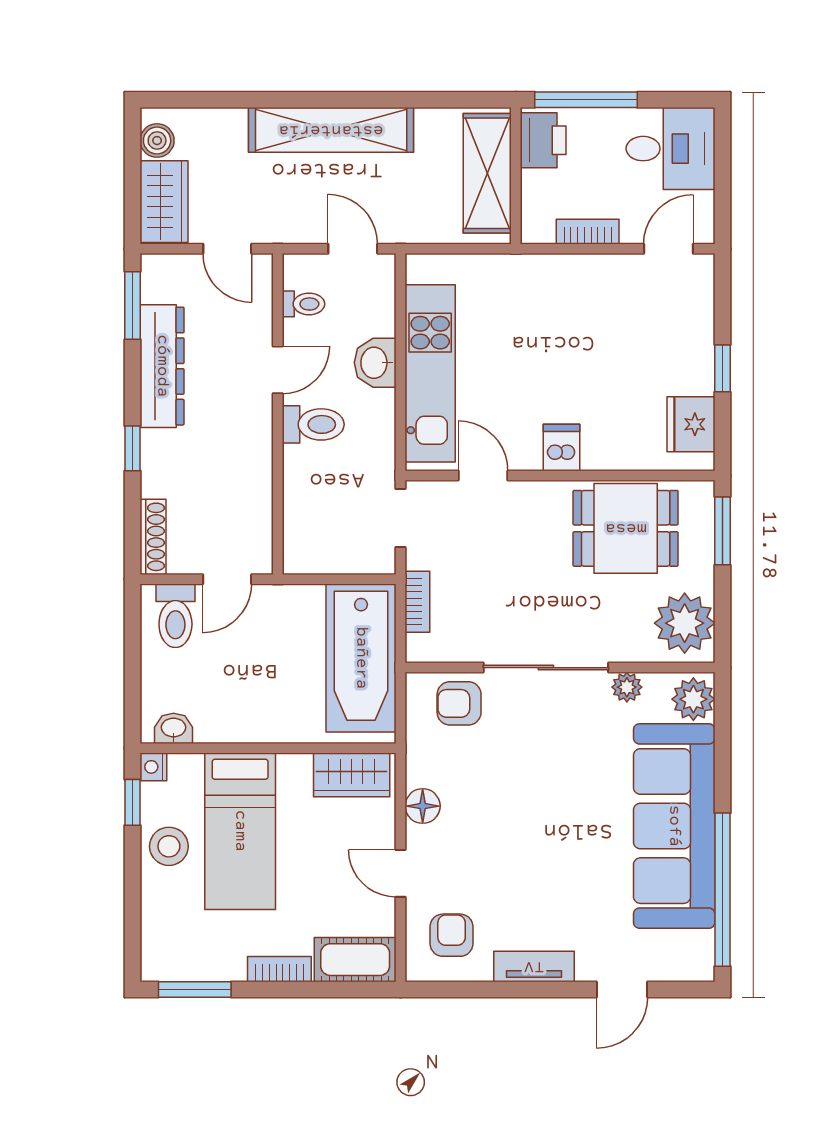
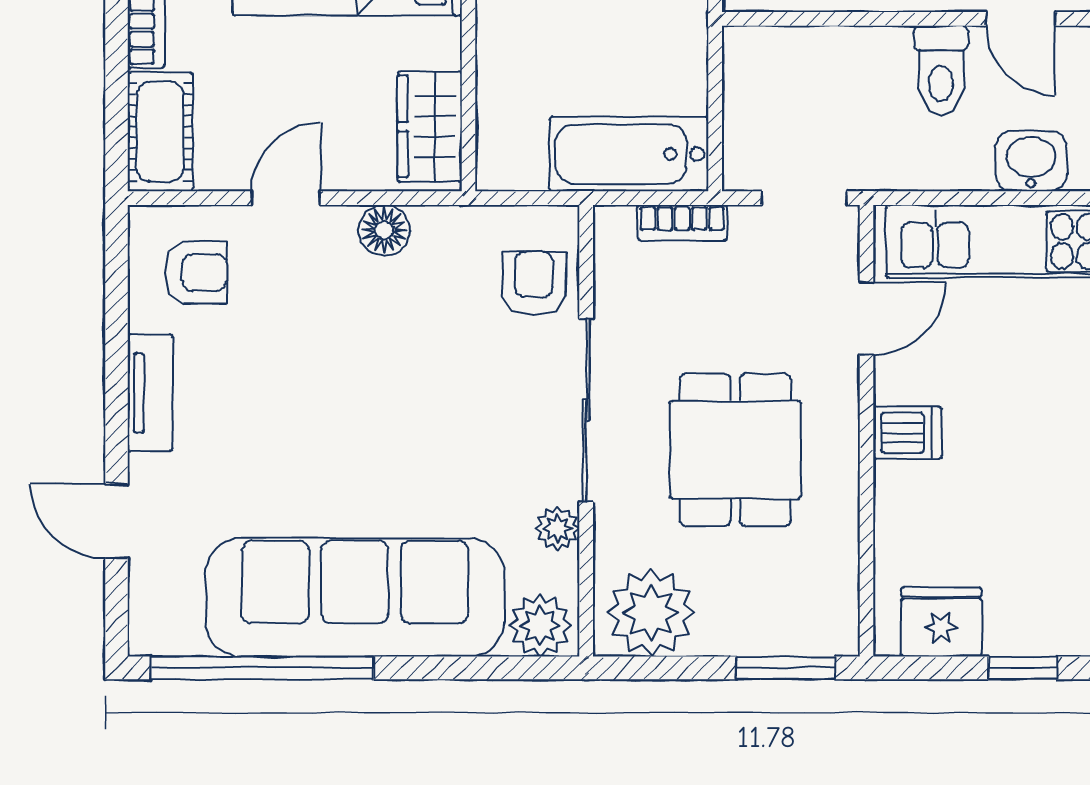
dining table: (626, 528) -> (735, 450), moved
bathtub: (361, 658) -> (629, 154), width x0.73, depth x0.73

